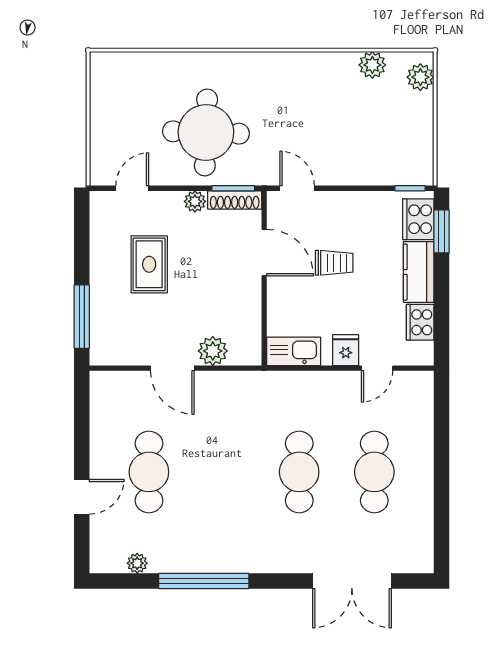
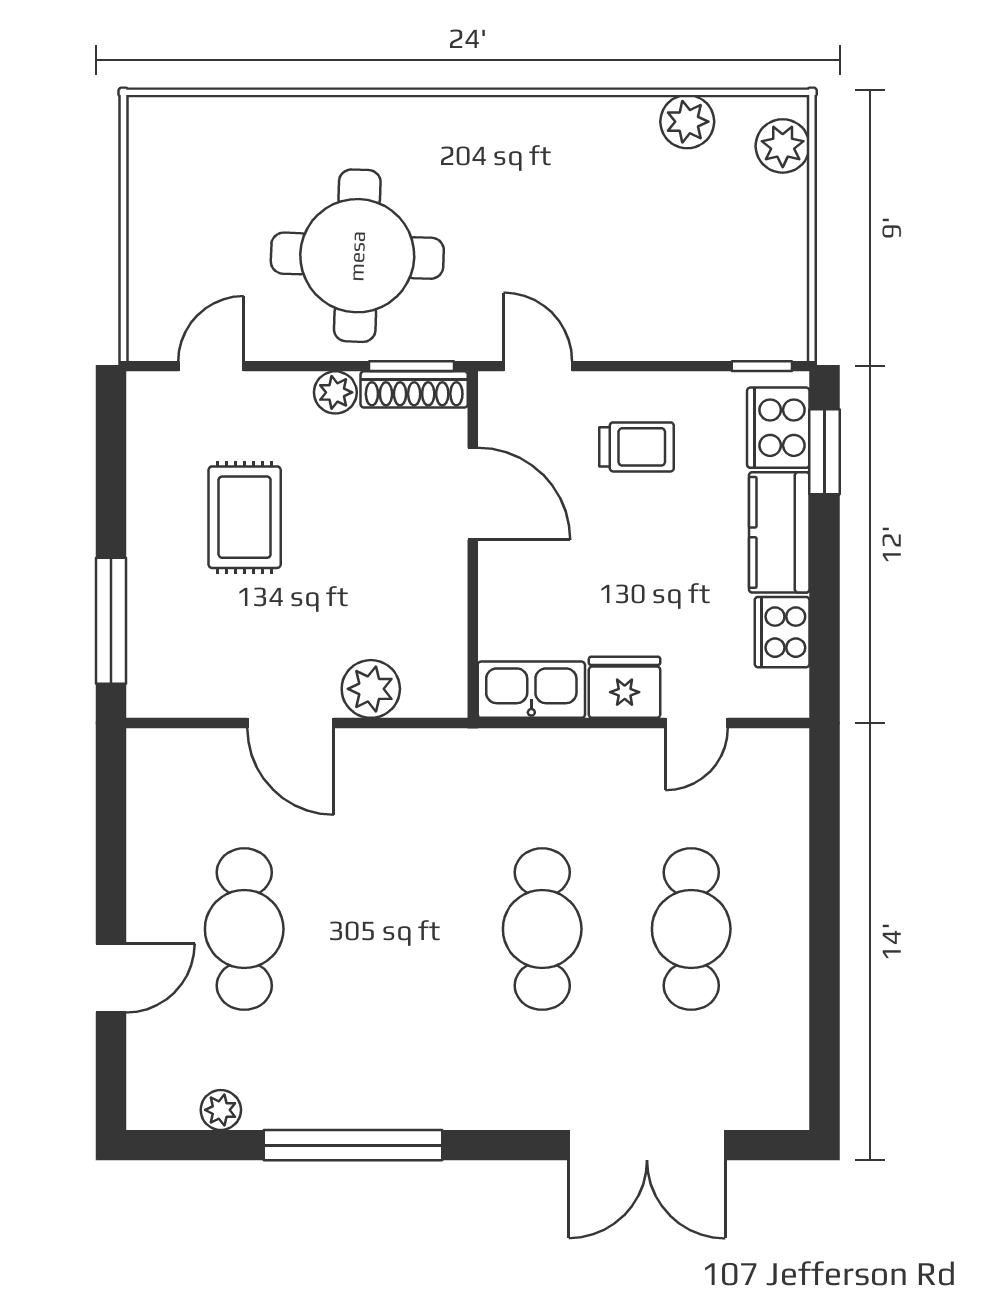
trolley: (334, 263) -> (637, 447), moved
fridge: (346, 350) -> (625, 687), width x1.38

